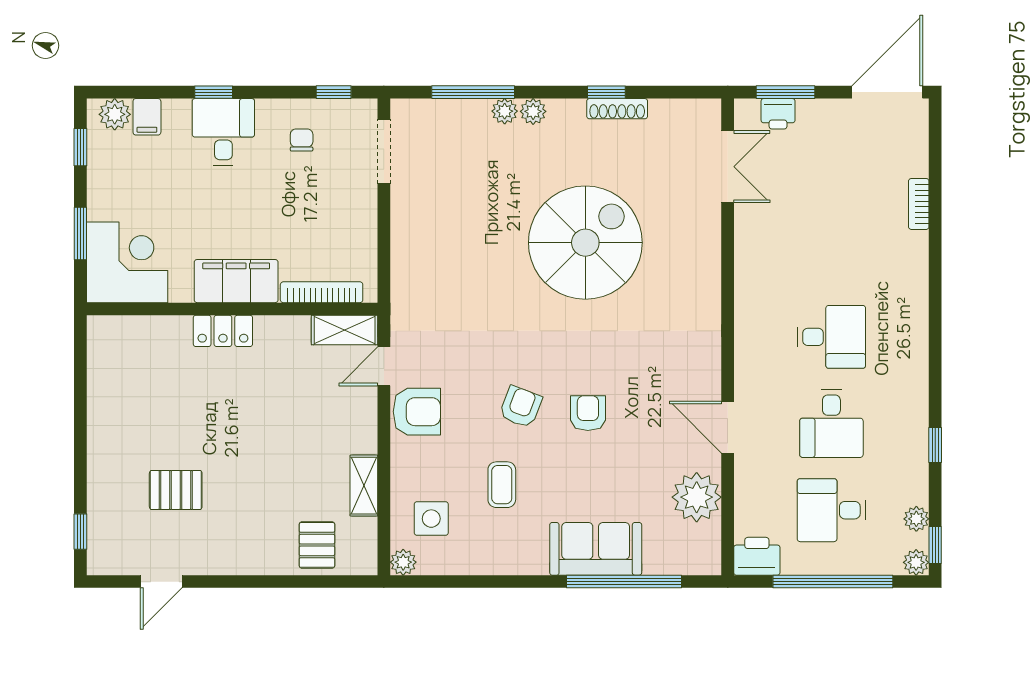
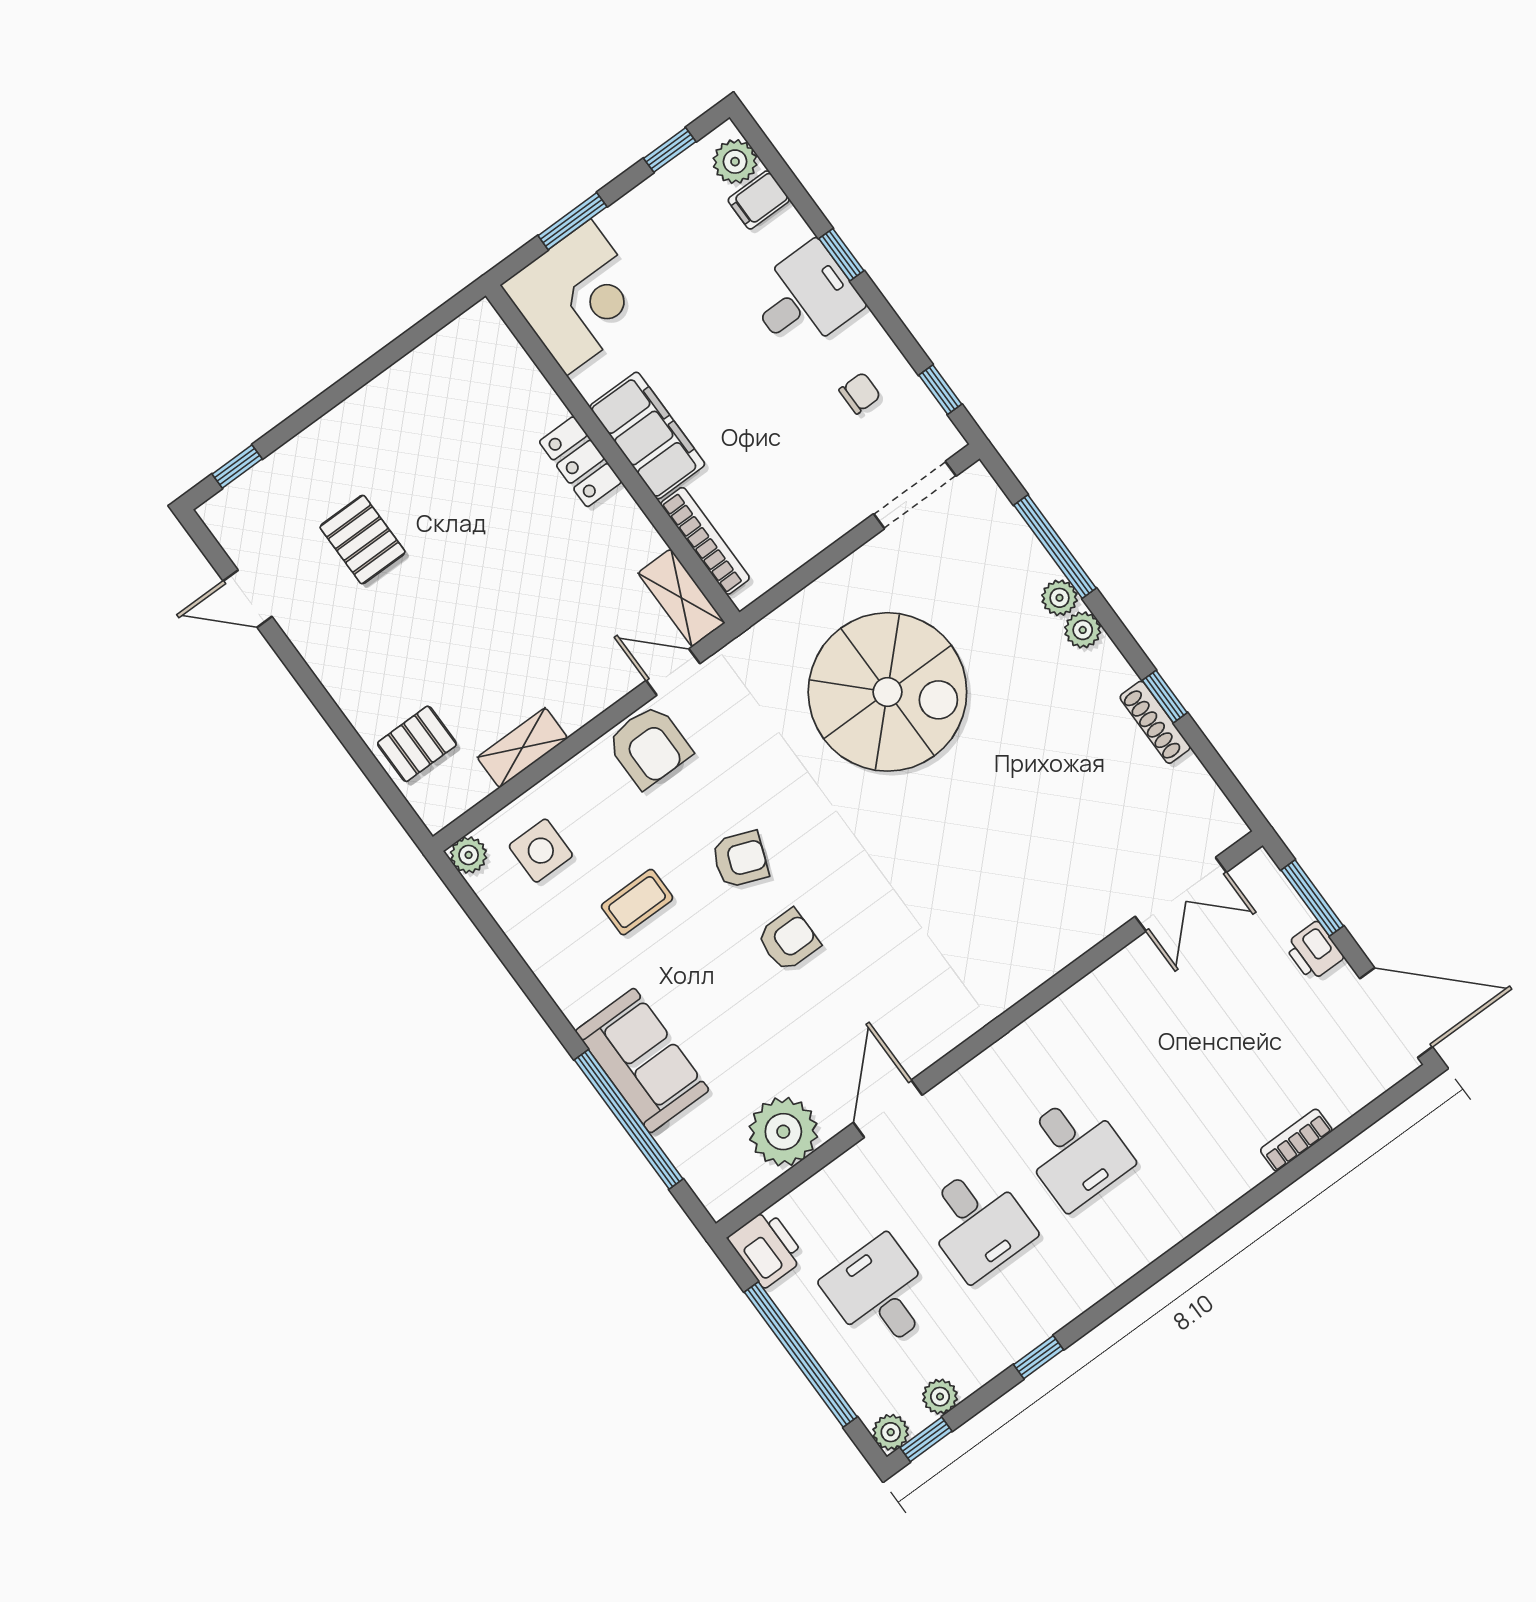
printer: (778, 114) -> (1314, 951), moved
spiral stairs: (585, 243) -> (887, 692), moved
desk: (831, 424) -> (977, 1223), turned -90

